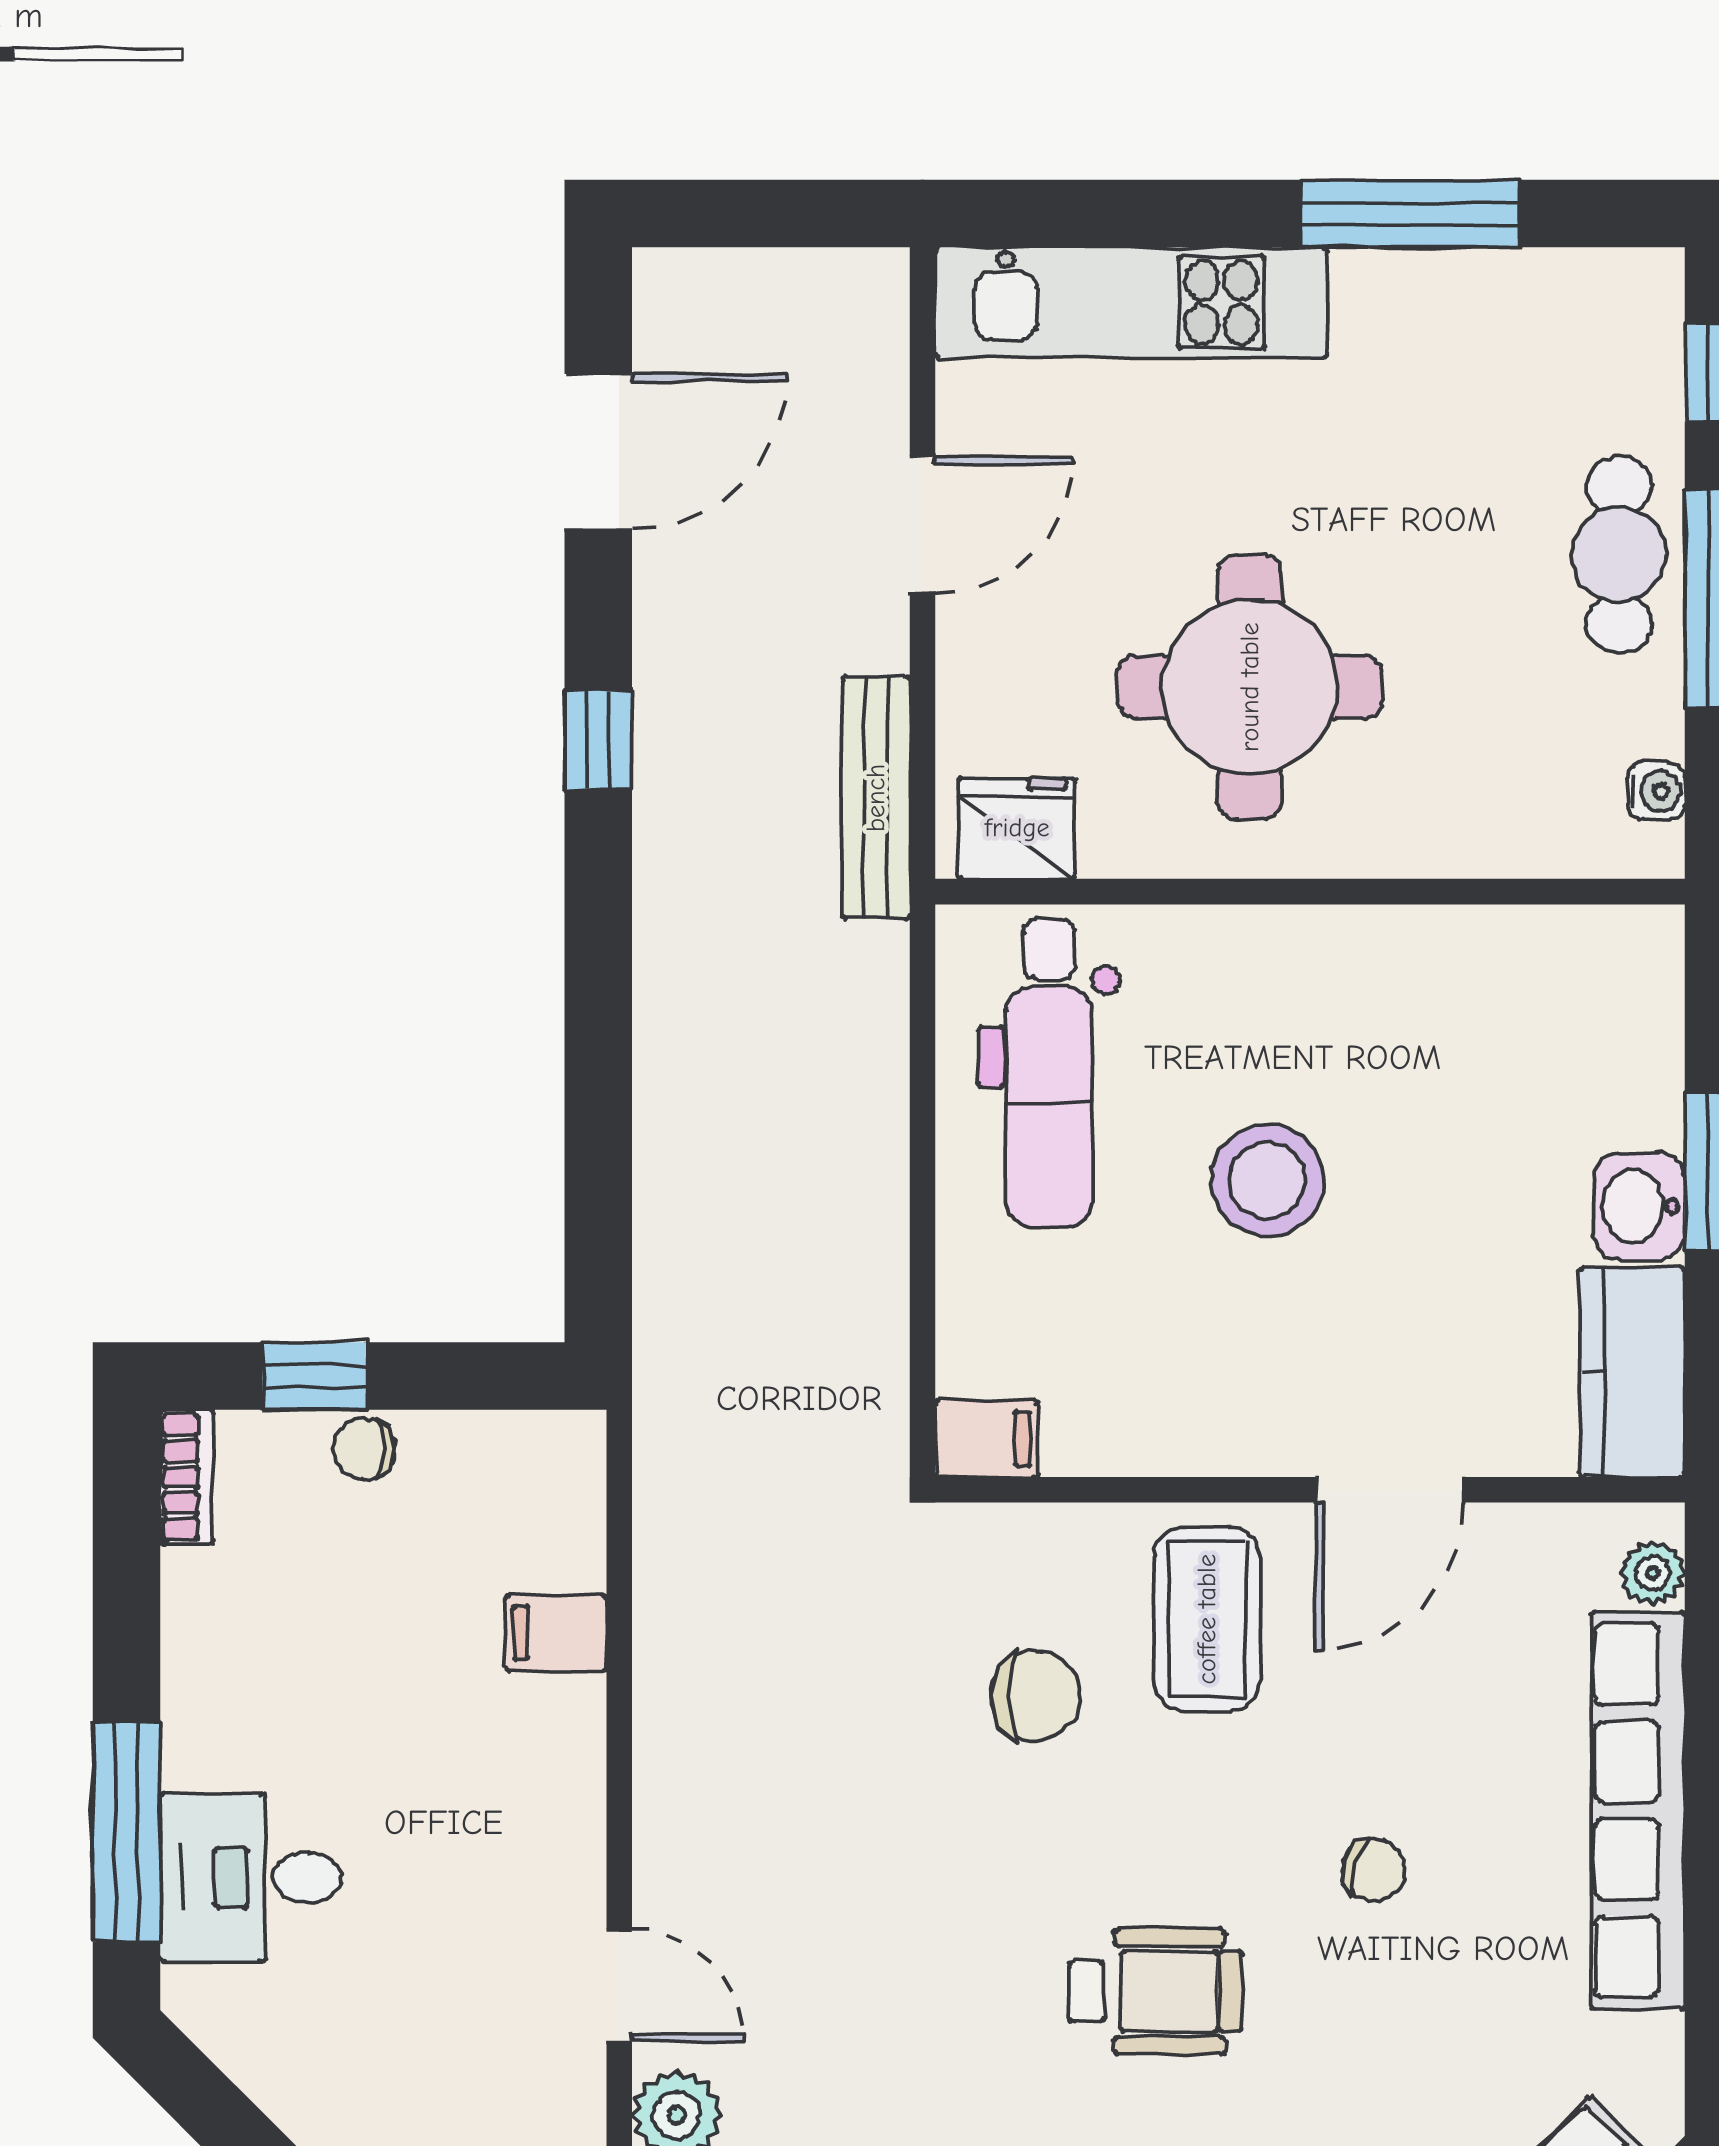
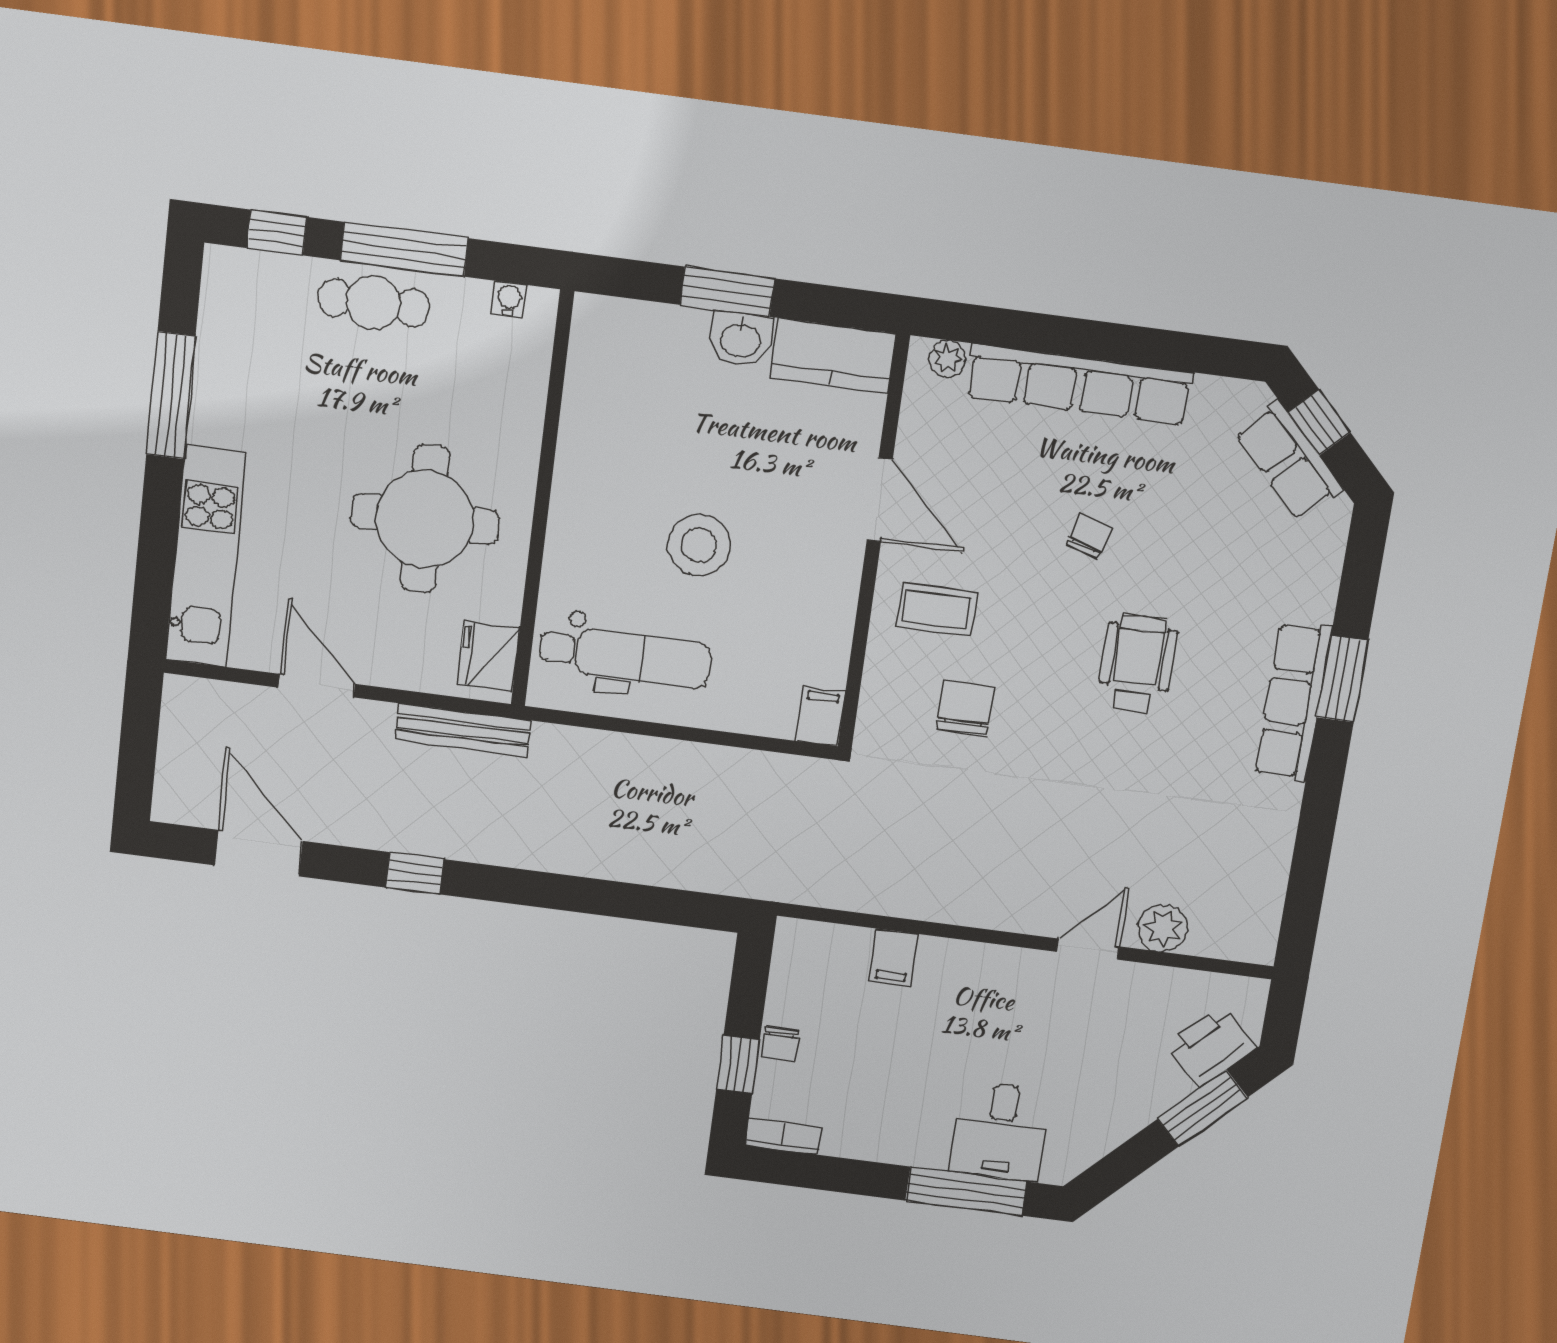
coffee table: (1207, 1619) -> (937, 610), width x0.73, depth x0.77

